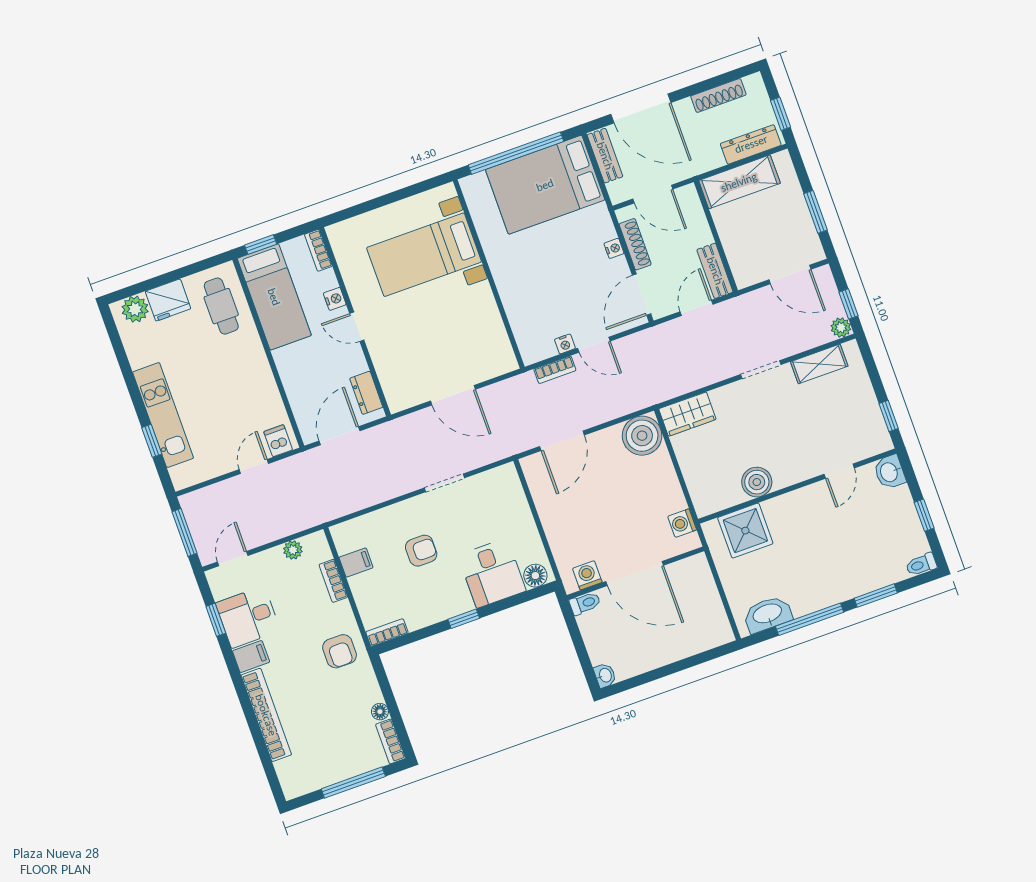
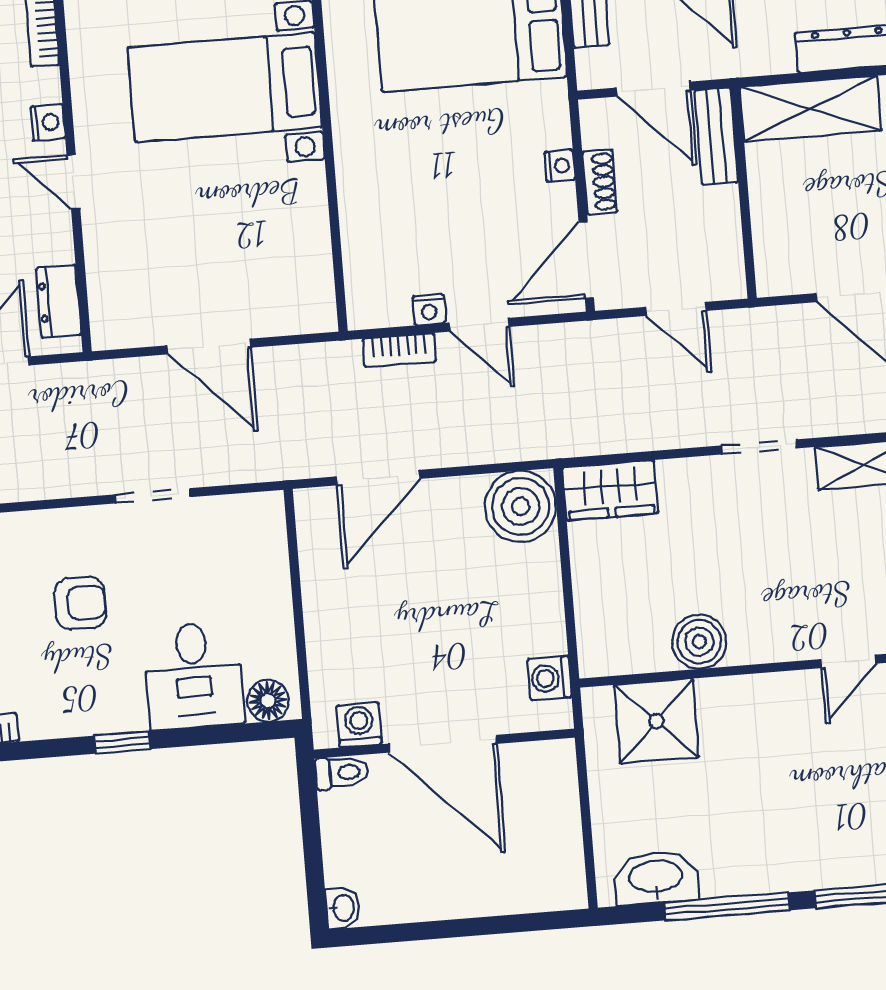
shoe rack: (635, 244) -> (600, 182), width x0.70
bench: (715, 271) -> (716, 136), moved
door: (697, 308) -> (676, 309), swing flipped

